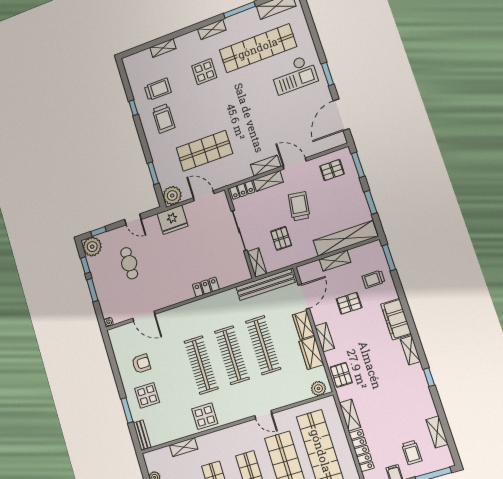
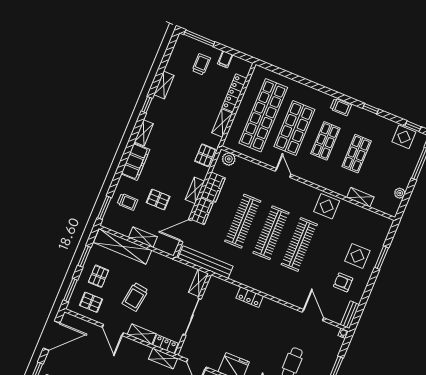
shelving: (266, 166) -> (163, 359), moved
pallet: (281, 238) -> (98, 276), moved
shelving: (437, 432) -> (164, 85), moved
bench: (142, 435) -> (350, 315), moved

